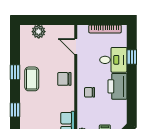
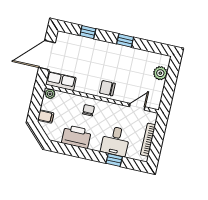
coffee table: (32, 79) -> (115, 56), removed
chair: (64, 79) -> (107, 88), turned -90
printer: (117, 86) -> (76, 137), moved

